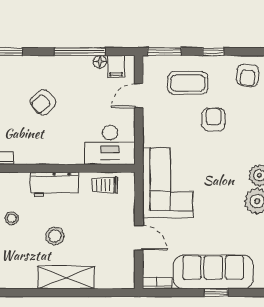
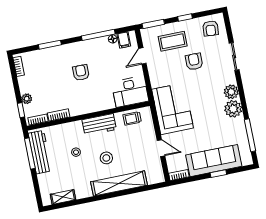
armchair: (43, 102) -> (81, 73), turned 130
shelving: (66, 277) -> (119, 183), width x1.47

